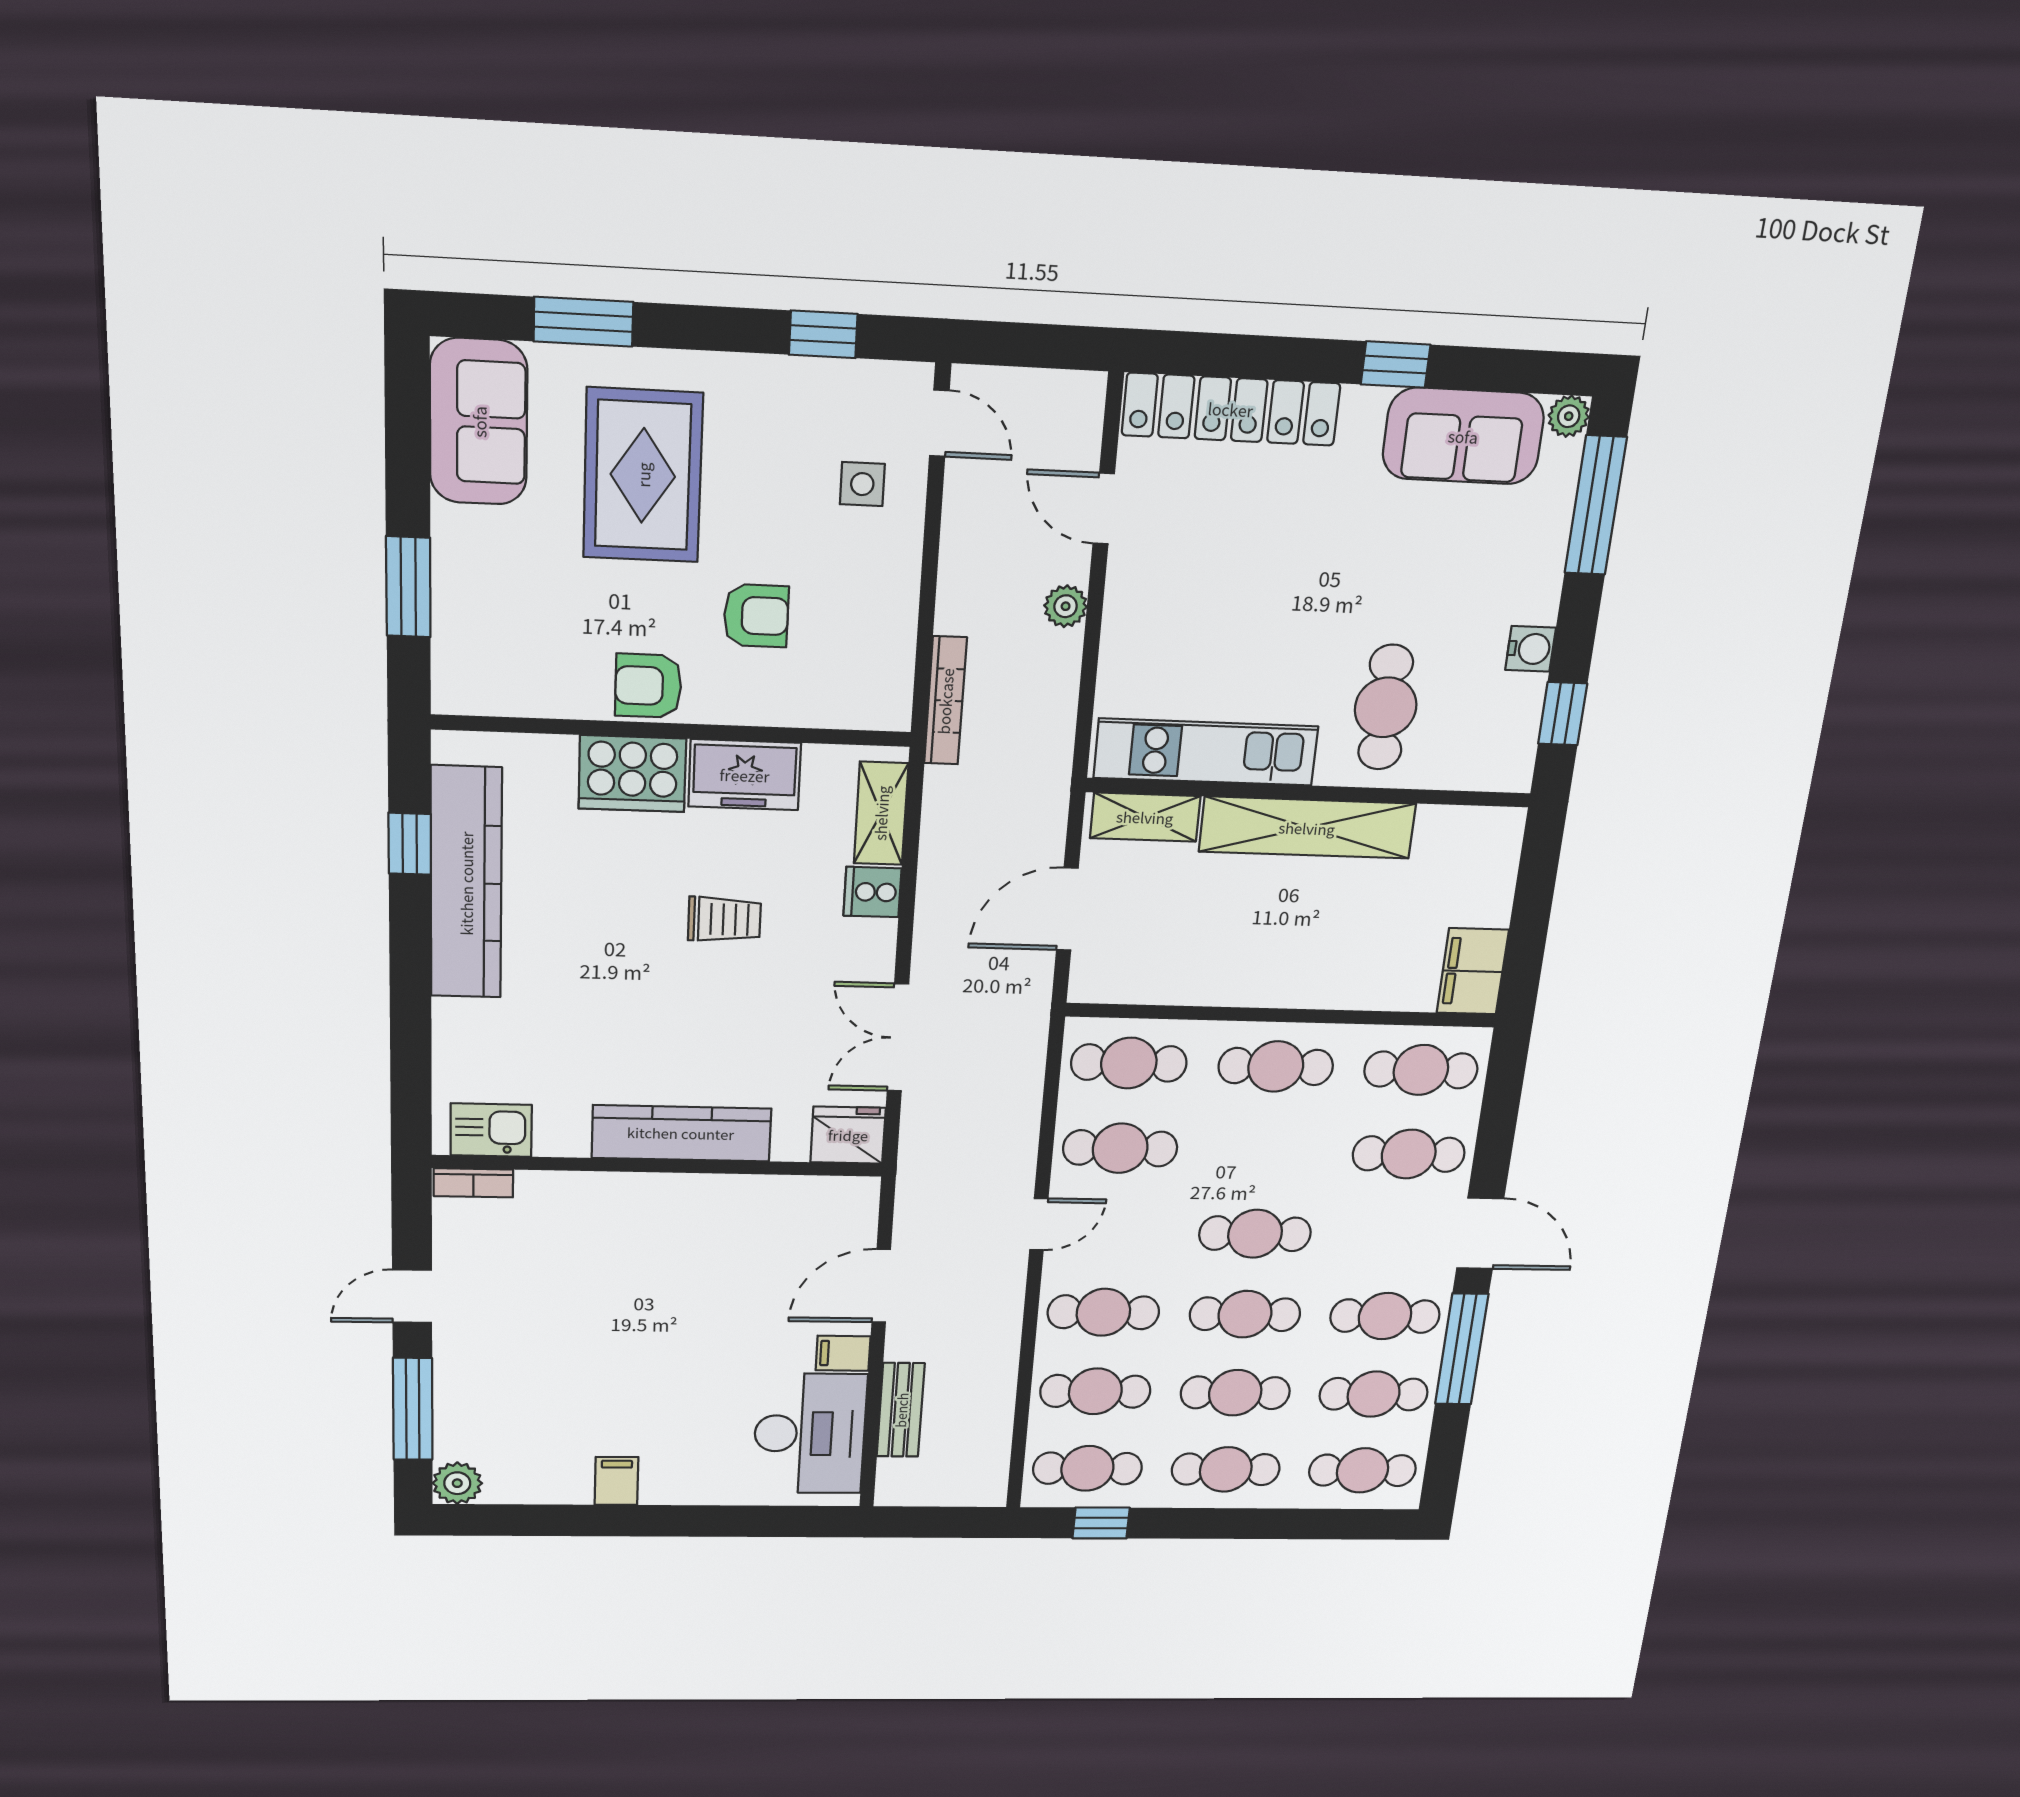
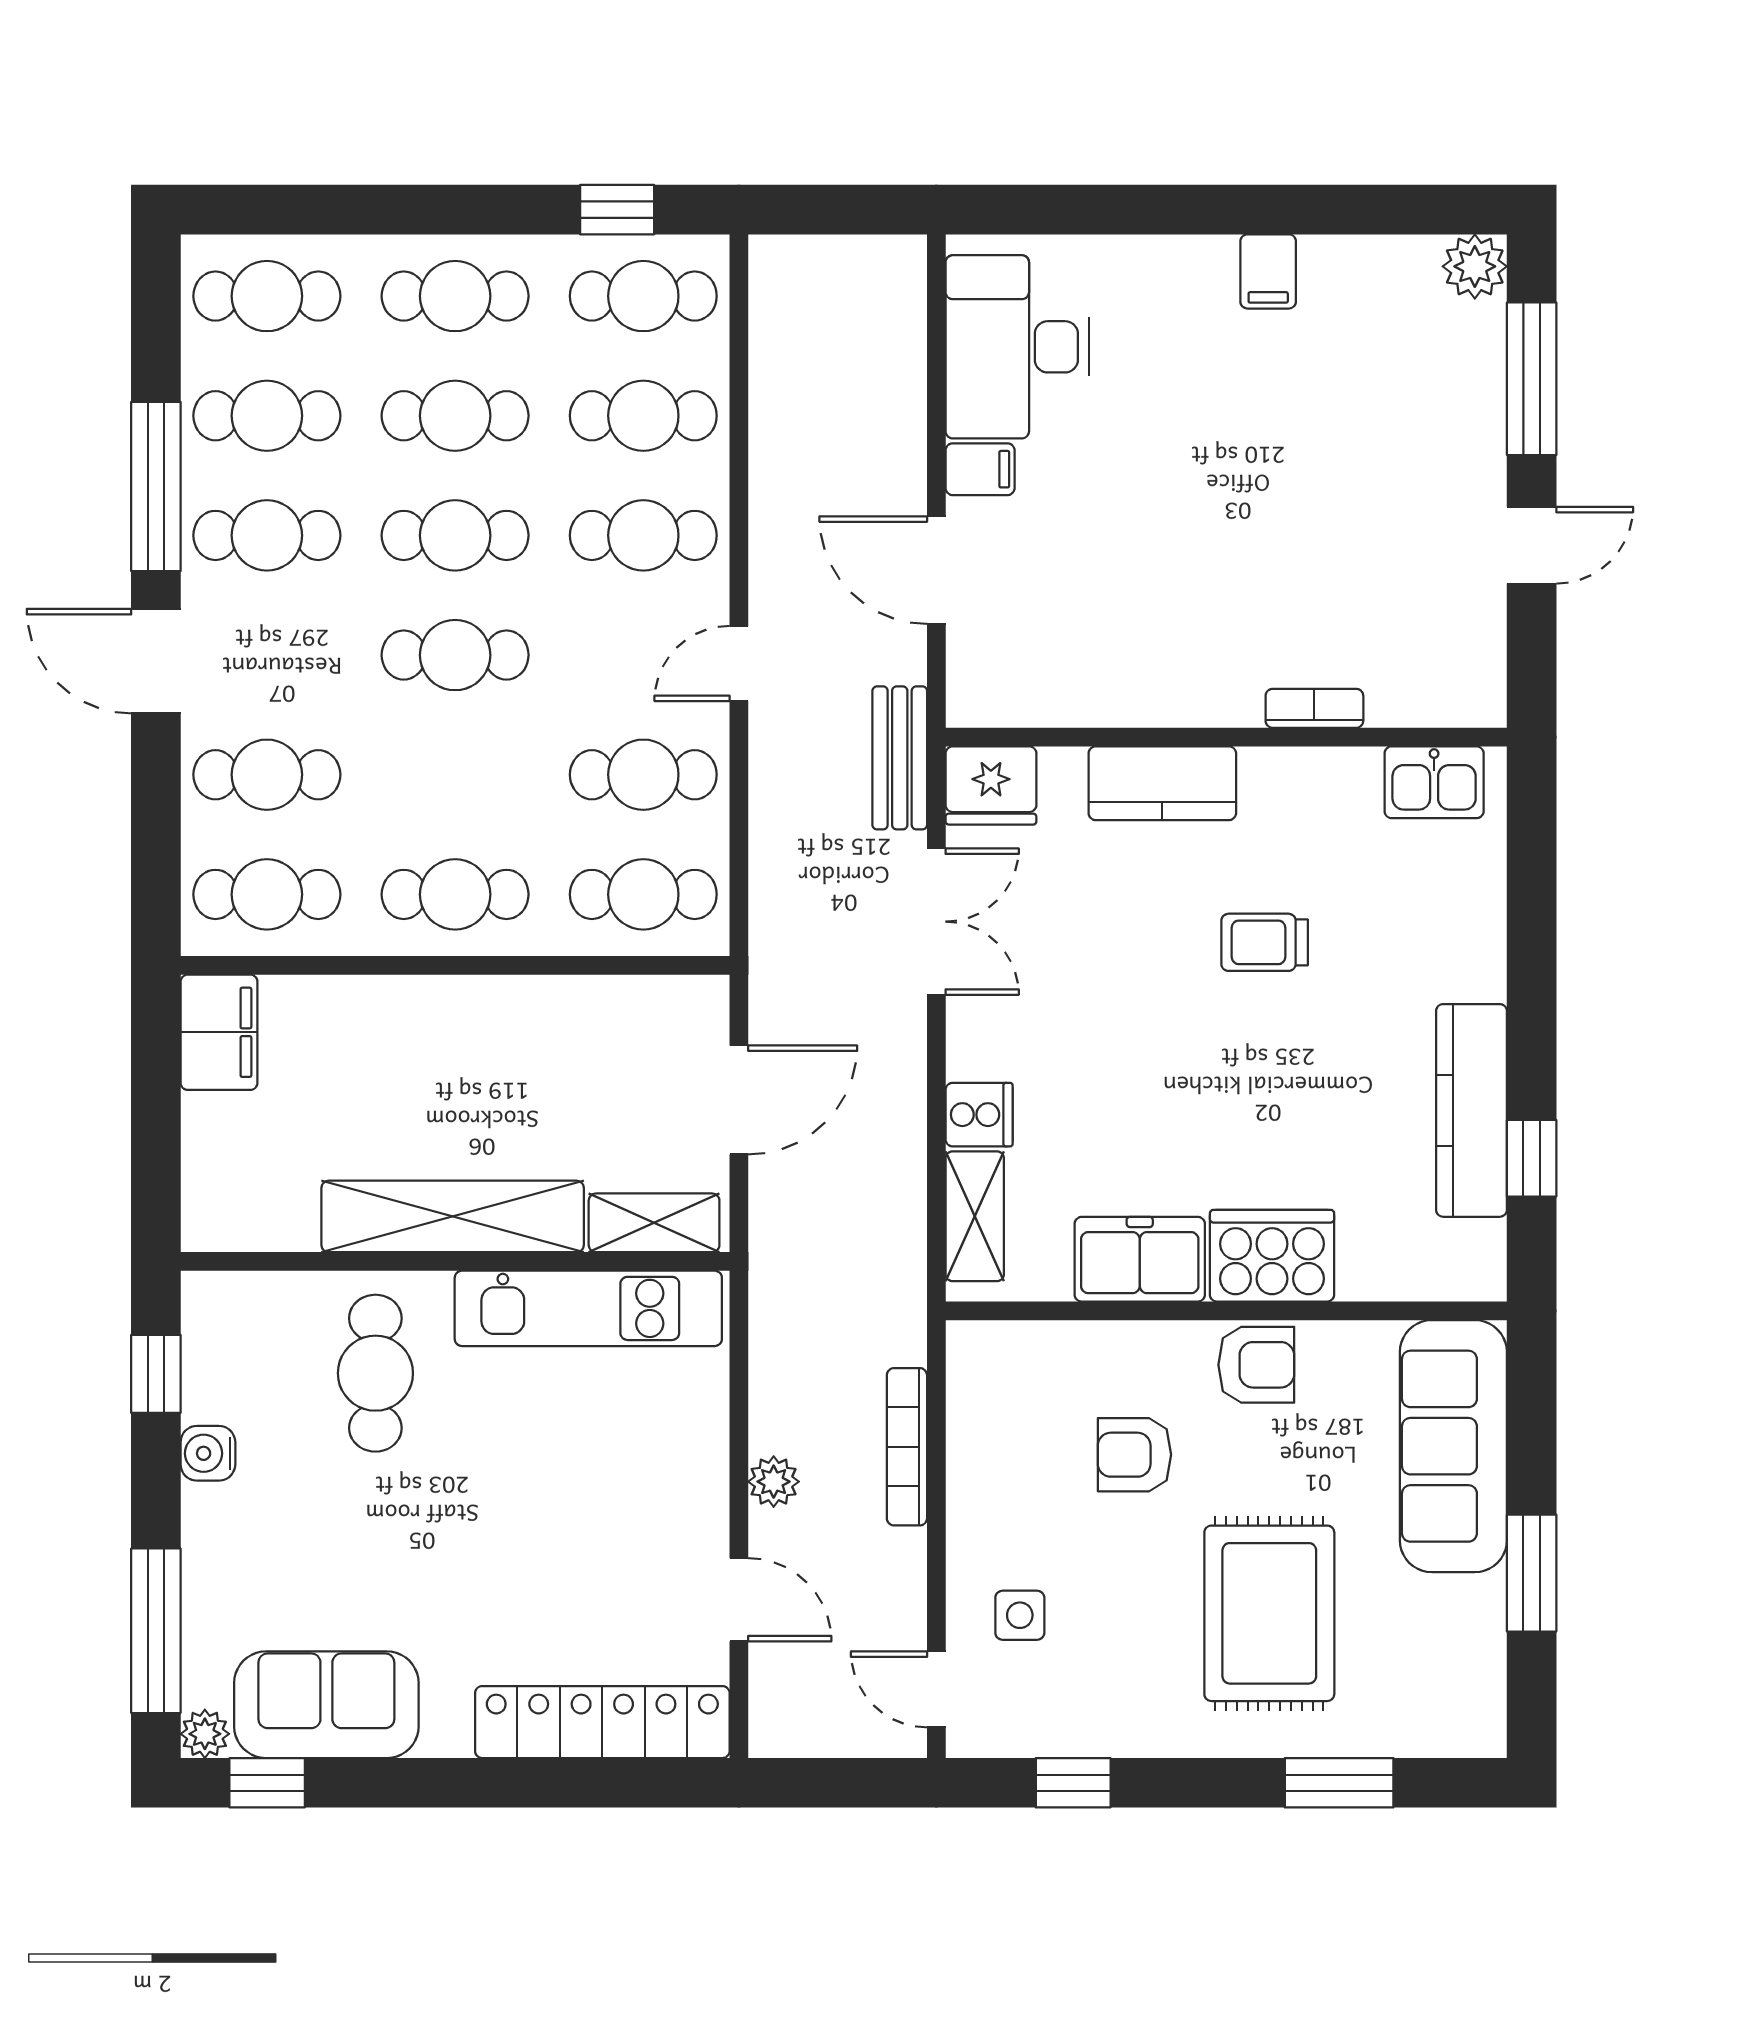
window: (1396, 365) -> (267, 1783), moved
sofa: (479, 422) -> (1453, 1446), moved, width x1.36
window: (408, 587) -> (1532, 1573), moved
bookcase: (945, 701) -> (907, 1447), moved
kitchen counter: (466, 883) -> (1471, 1110), width x0.72, depth x0.86
trolley: (724, 919) -> (1265, 942), moved
kitchen counter: (681, 1133) -> (1162, 783), width x0.67
bookcase: (473, 1183) -> (1314, 708), moved
door: (881, 1286) -> (936, 570), swing flipped
bench: (901, 1410) -> (900, 758), moved

